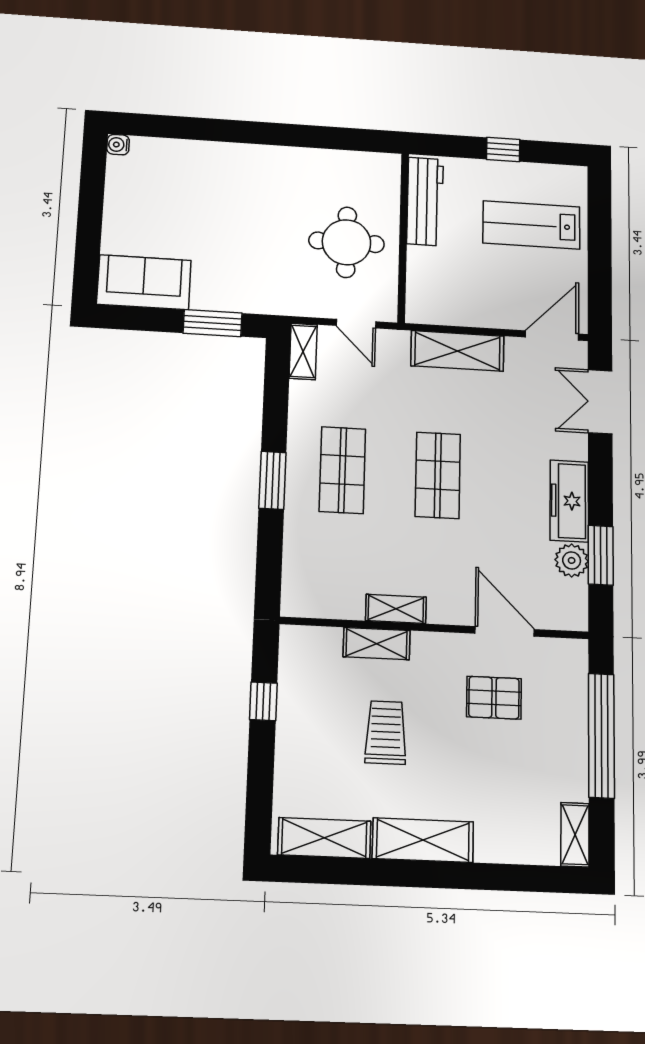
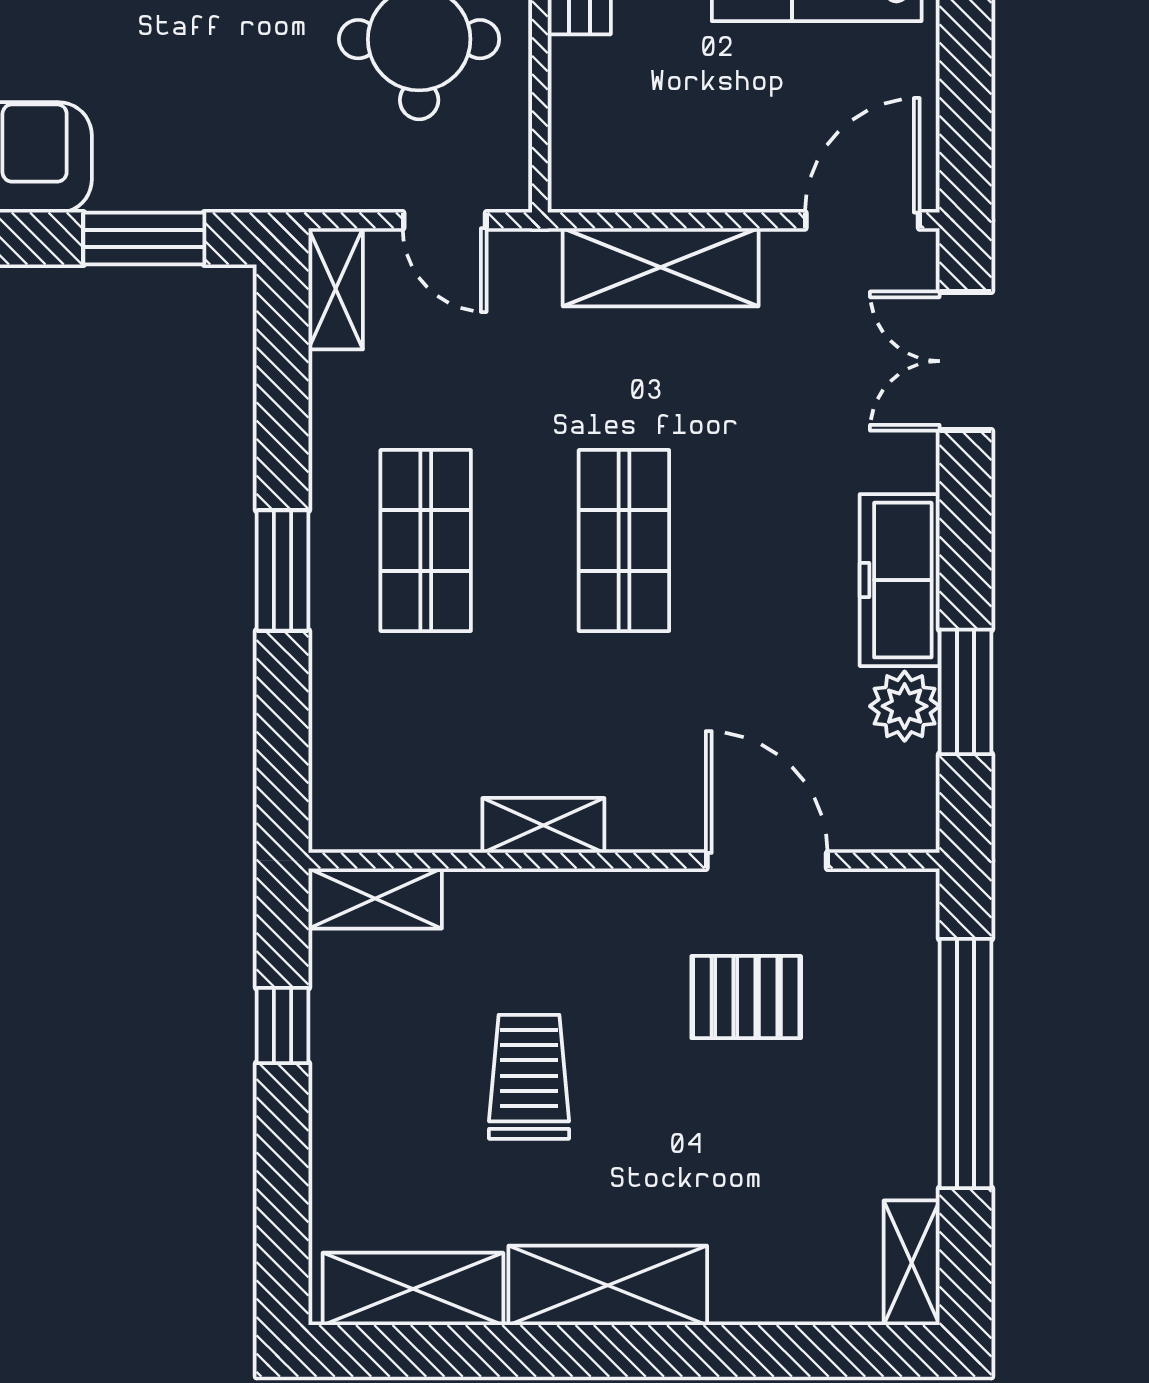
shelving: (377, 644) -> (375, 898), moved

